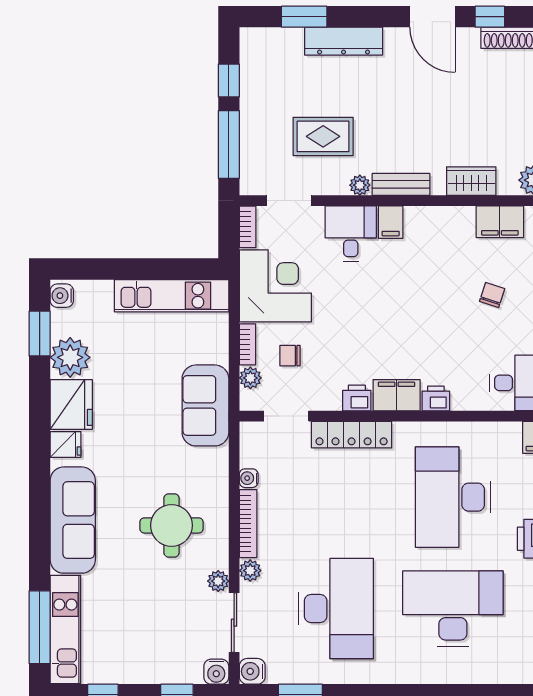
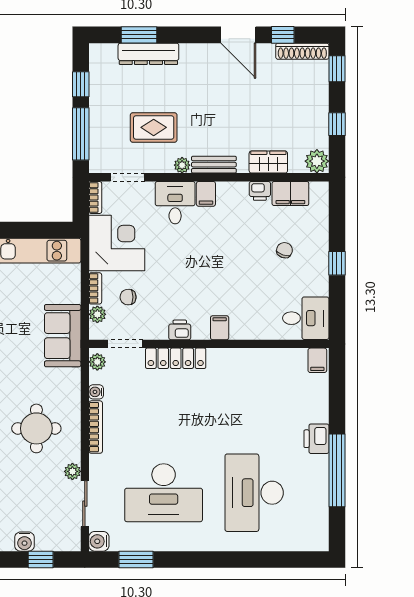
dresser: (344, 41) -> (148, 54), moved
filing cabinet: (397, 395) -> (220, 328), width x0.50
printer: (436, 398) -> (260, 191), moved, turned 180
desk: (453, 497) -> (254, 407), removed
plant: (250, 571) -> (97, 362), moved
desk: (336, 608) -> (164, 493), turned 90
desk: (453, 608) -> (254, 493), turned -90
water cooler: (216, 672) -> (24, 542), moved

